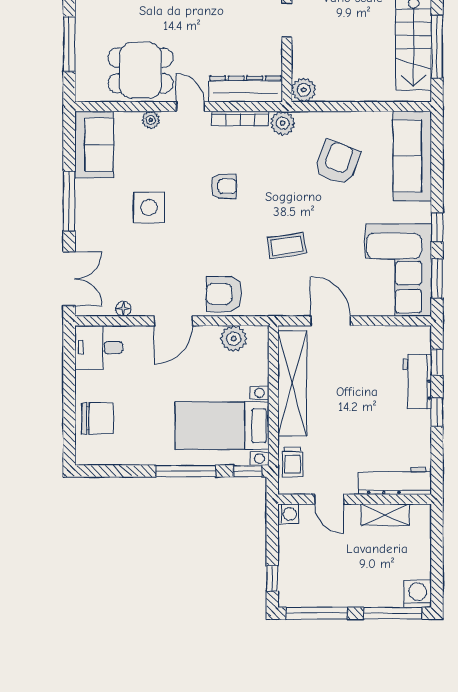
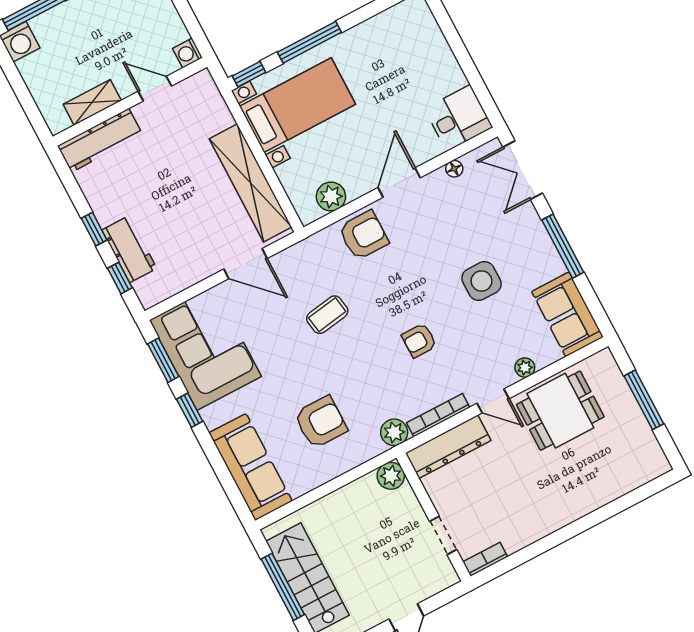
armchair: (337, 162) -> (321, 422), turned -110
chair: (97, 418) -> (423, 48), removed
trolley: (293, 462) -> (210, 106), removed

